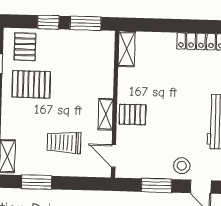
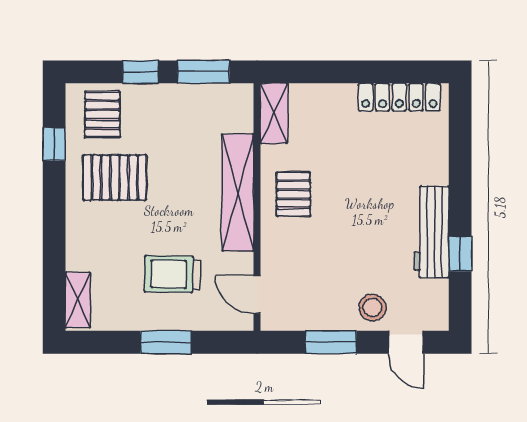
shelving: (106, 114) -> (238, 193), width x2.20, depth x1.33
pallet: (132, 114) -> (293, 194), moved, turned 90
window: (36, 182) -> (166, 342), moved

